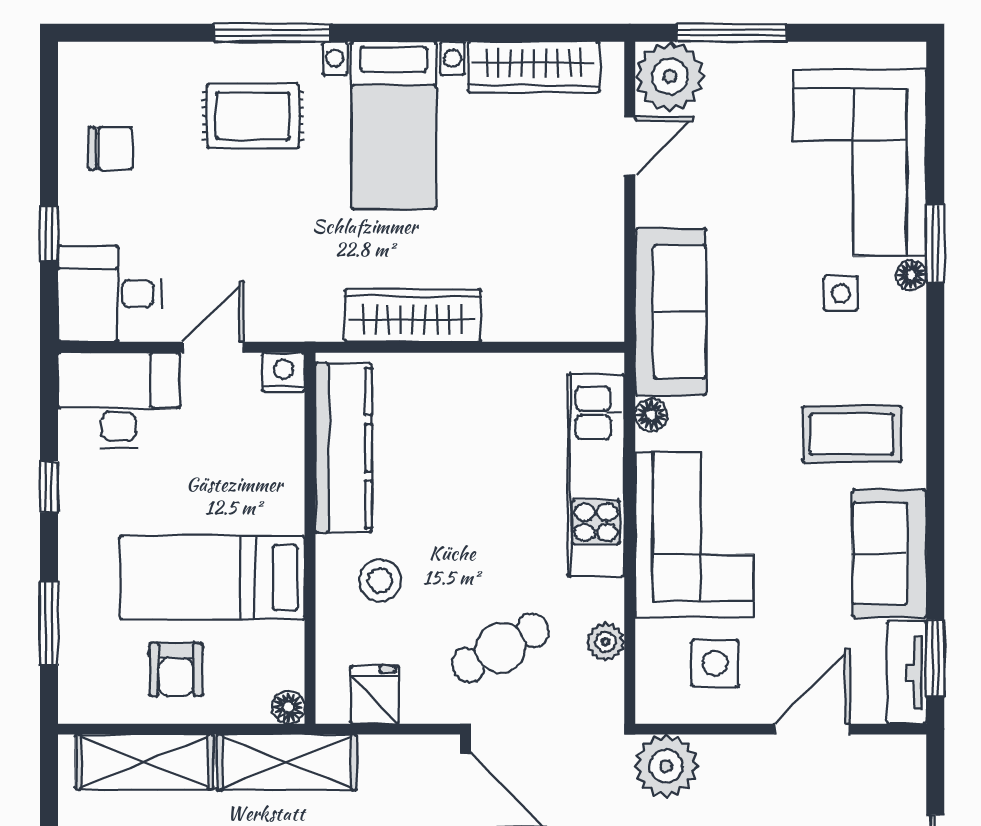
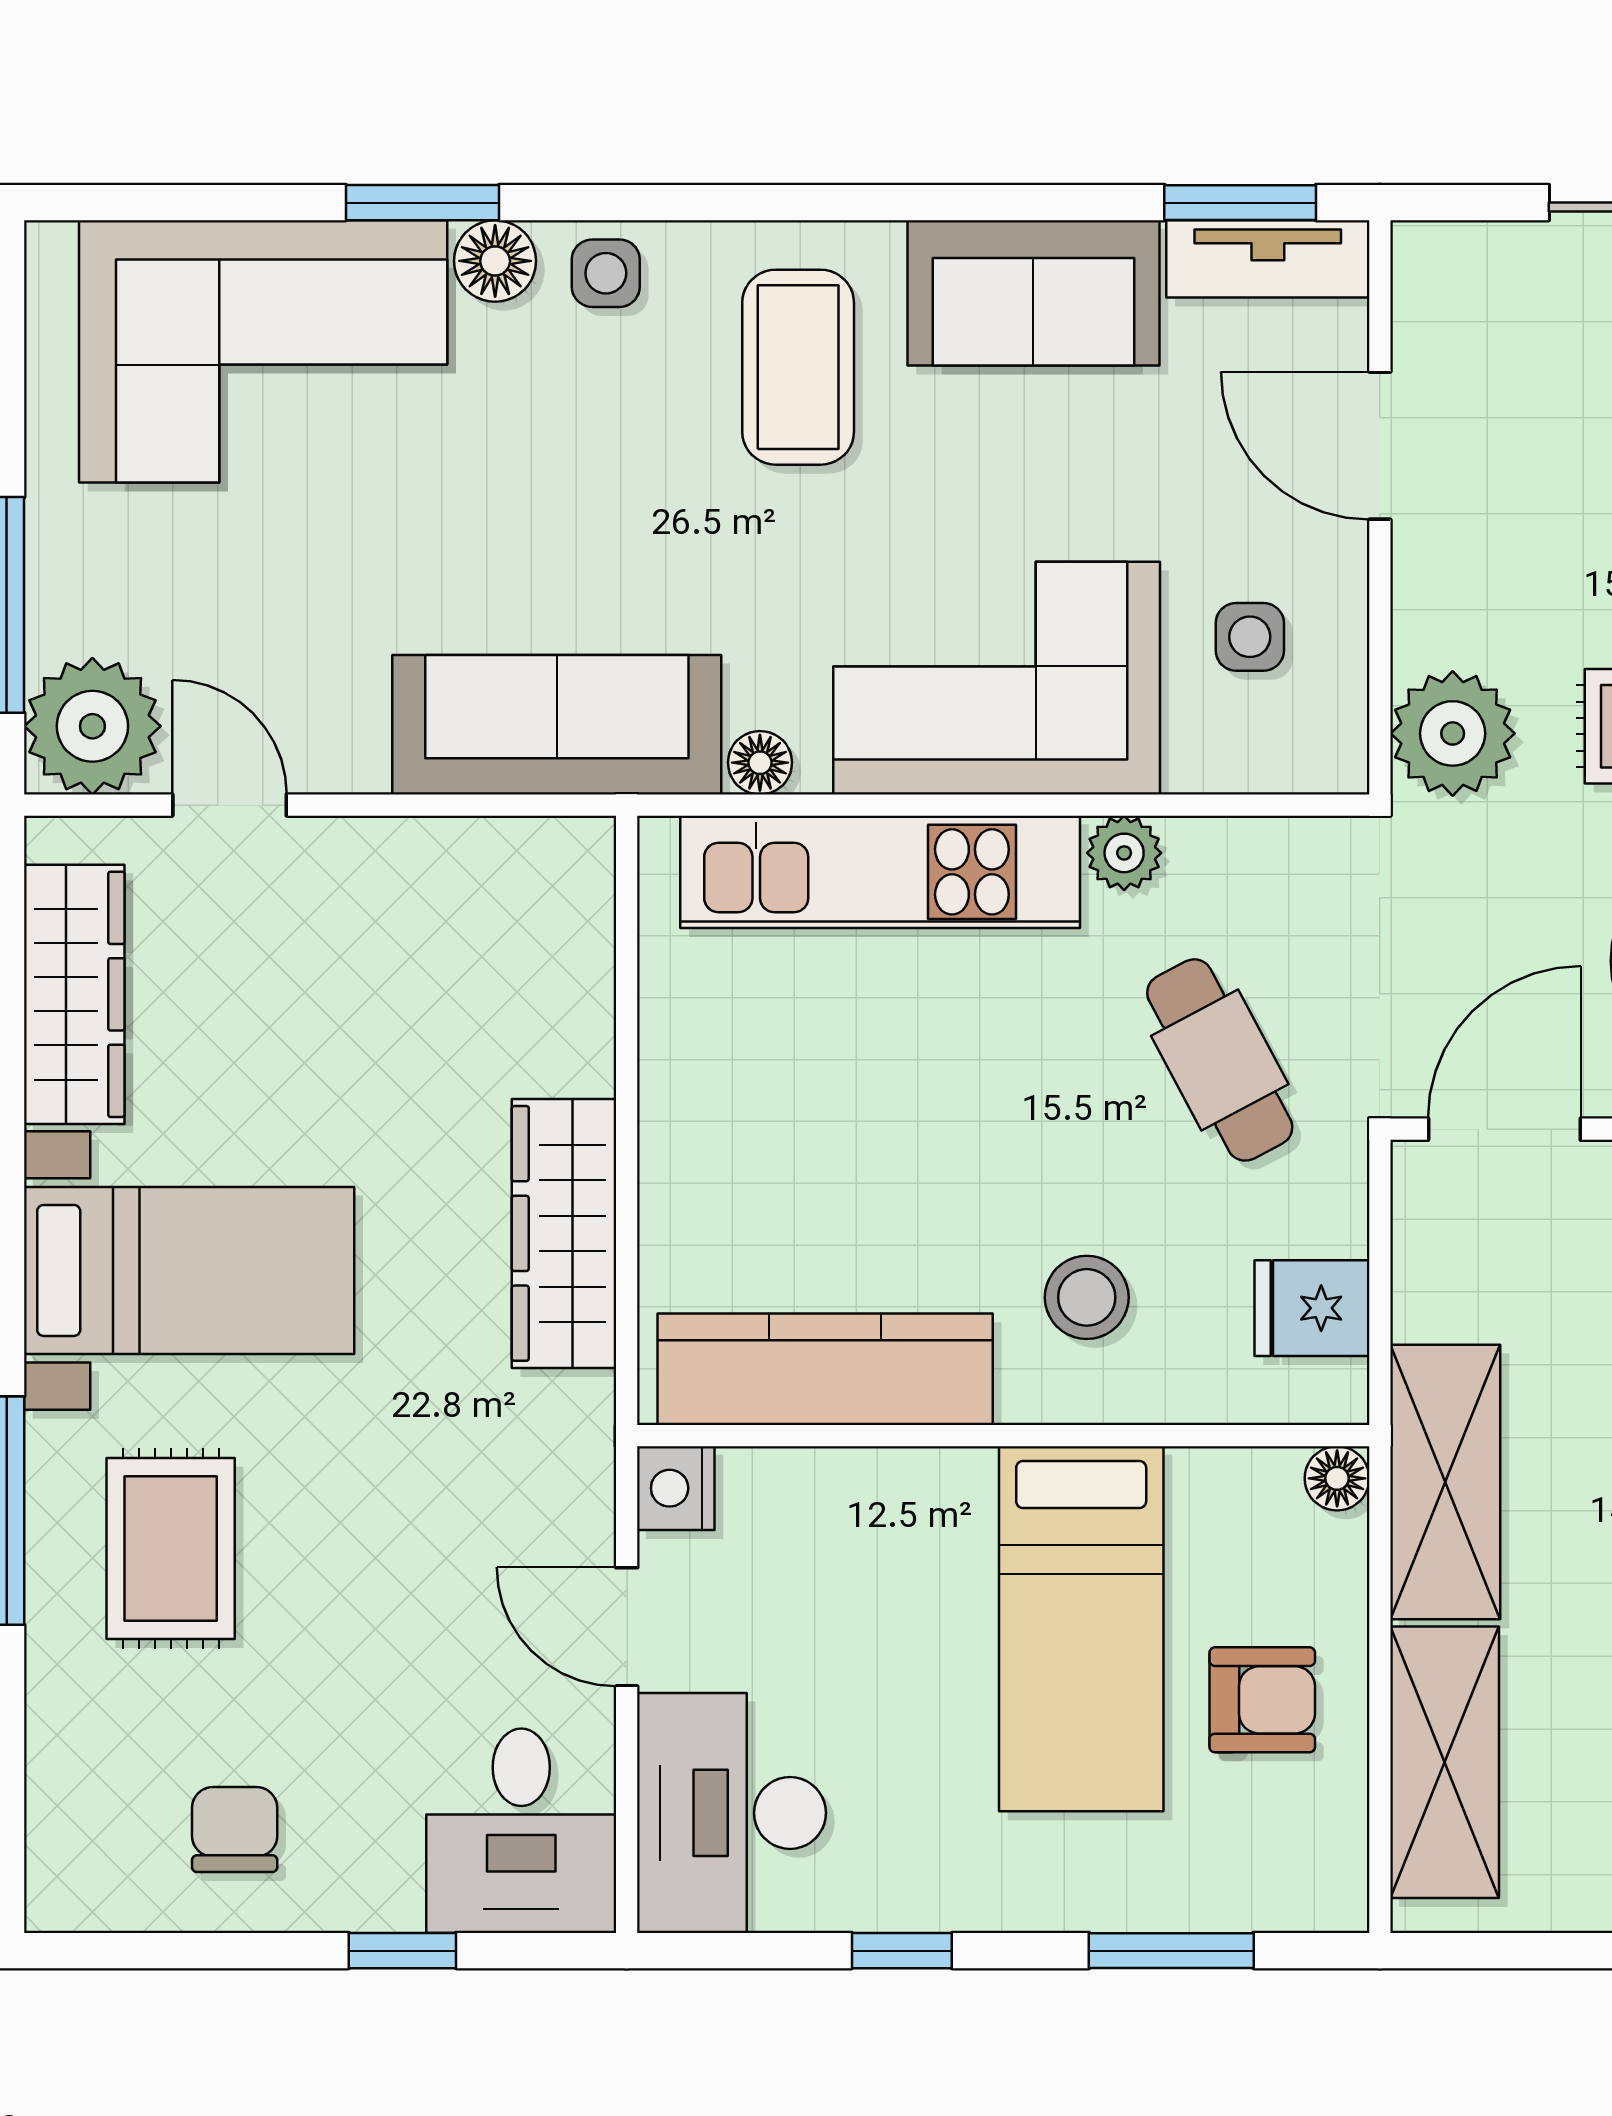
floor lamp: (911, 275) -> (495, 261), width x1.37, depth x1.37
side table: (841, 293) -> (606, 273), moved
plant: (606, 642) -> (1124, 853), moved
side table: (715, 663) -> (1250, 637), width x0.73, depth x0.73

